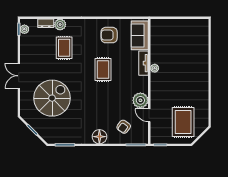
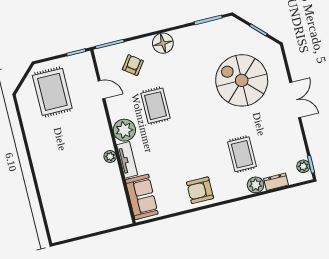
armchair: (109, 35) -> (200, 190), moved, turned 180
rug: (103, 69) -> (155, 106), moved
spiral stairs: (52, 98) -> (242, 80), turned 90
plant: (140, 100) -> (124, 130), moved

